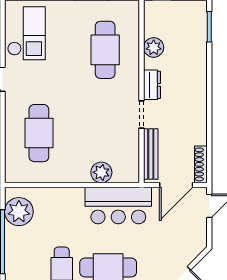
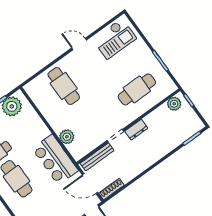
plant: (154, 47) -> (174, 104), moved
cafe table: (39, 133) -> (64, 86), turned 90

